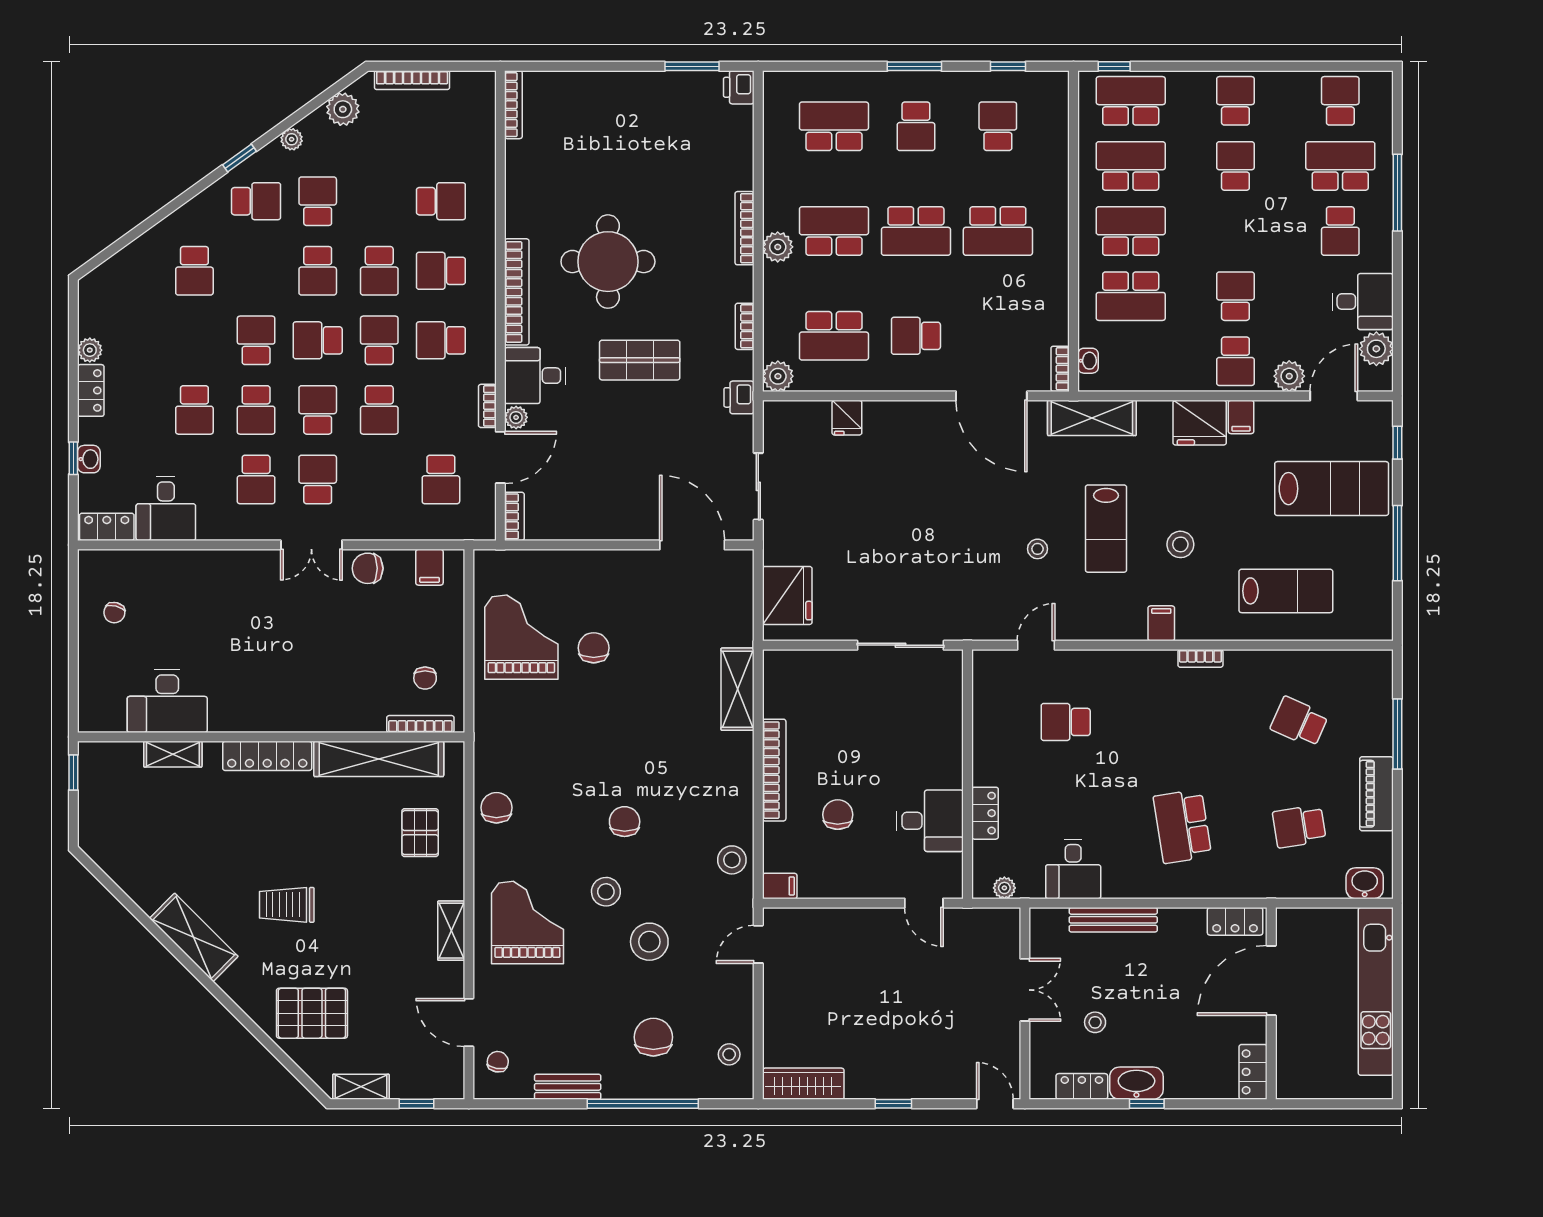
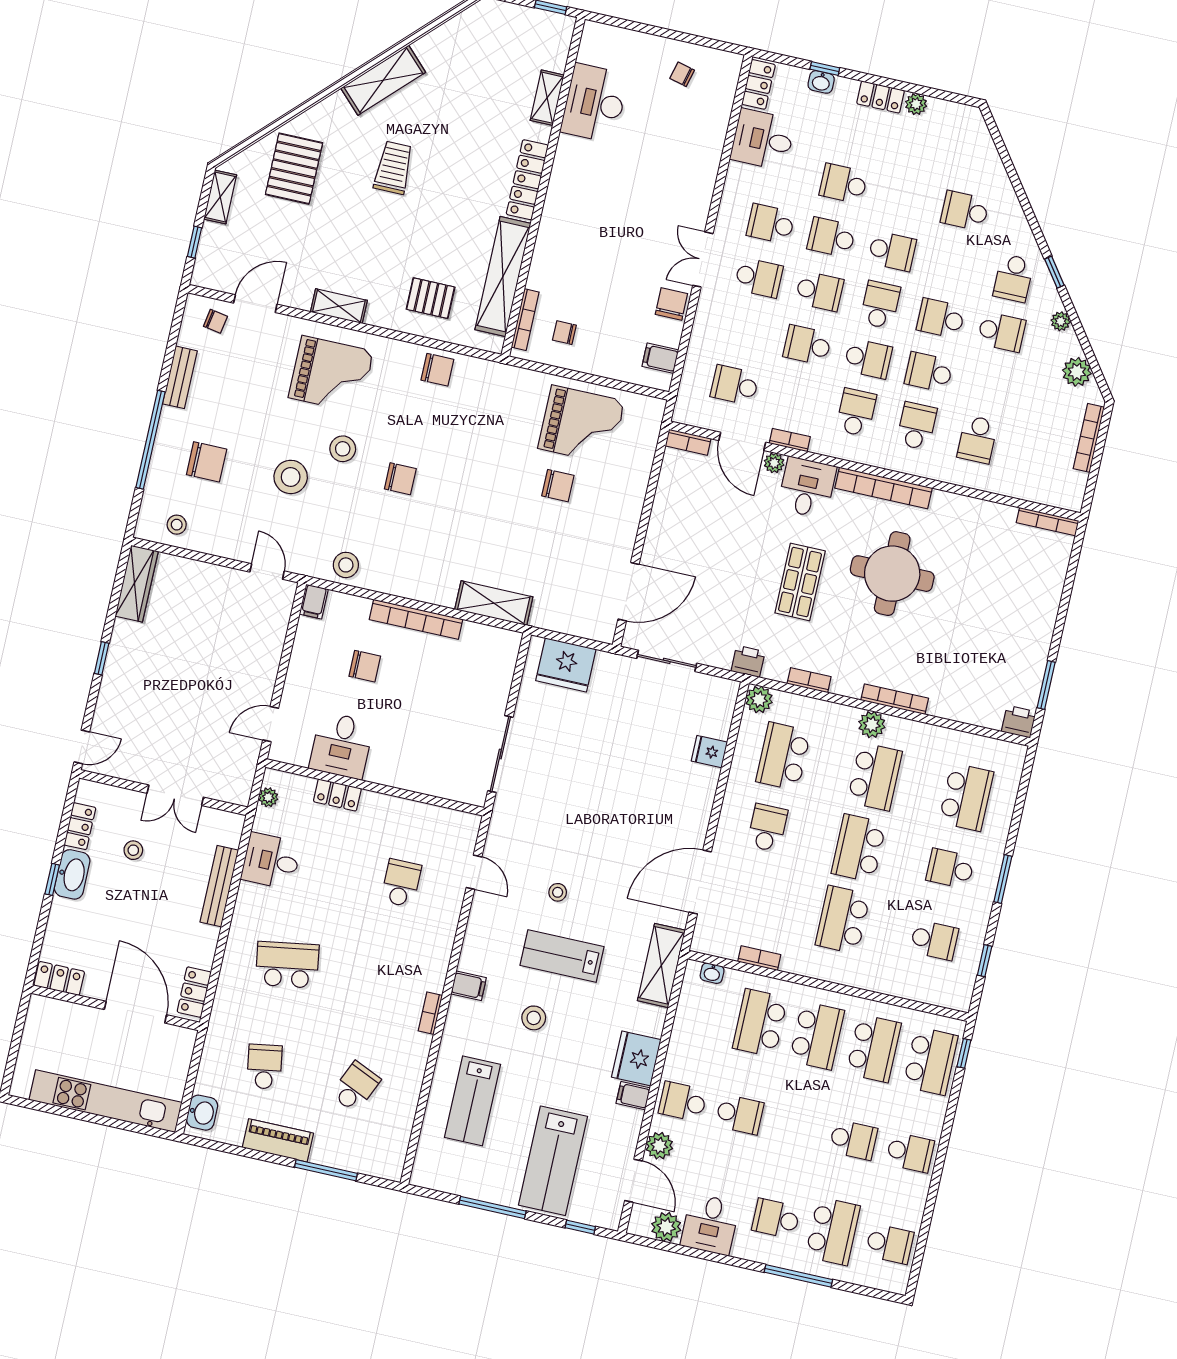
bookcase: (1060, 369) -> (759, 958), moved

